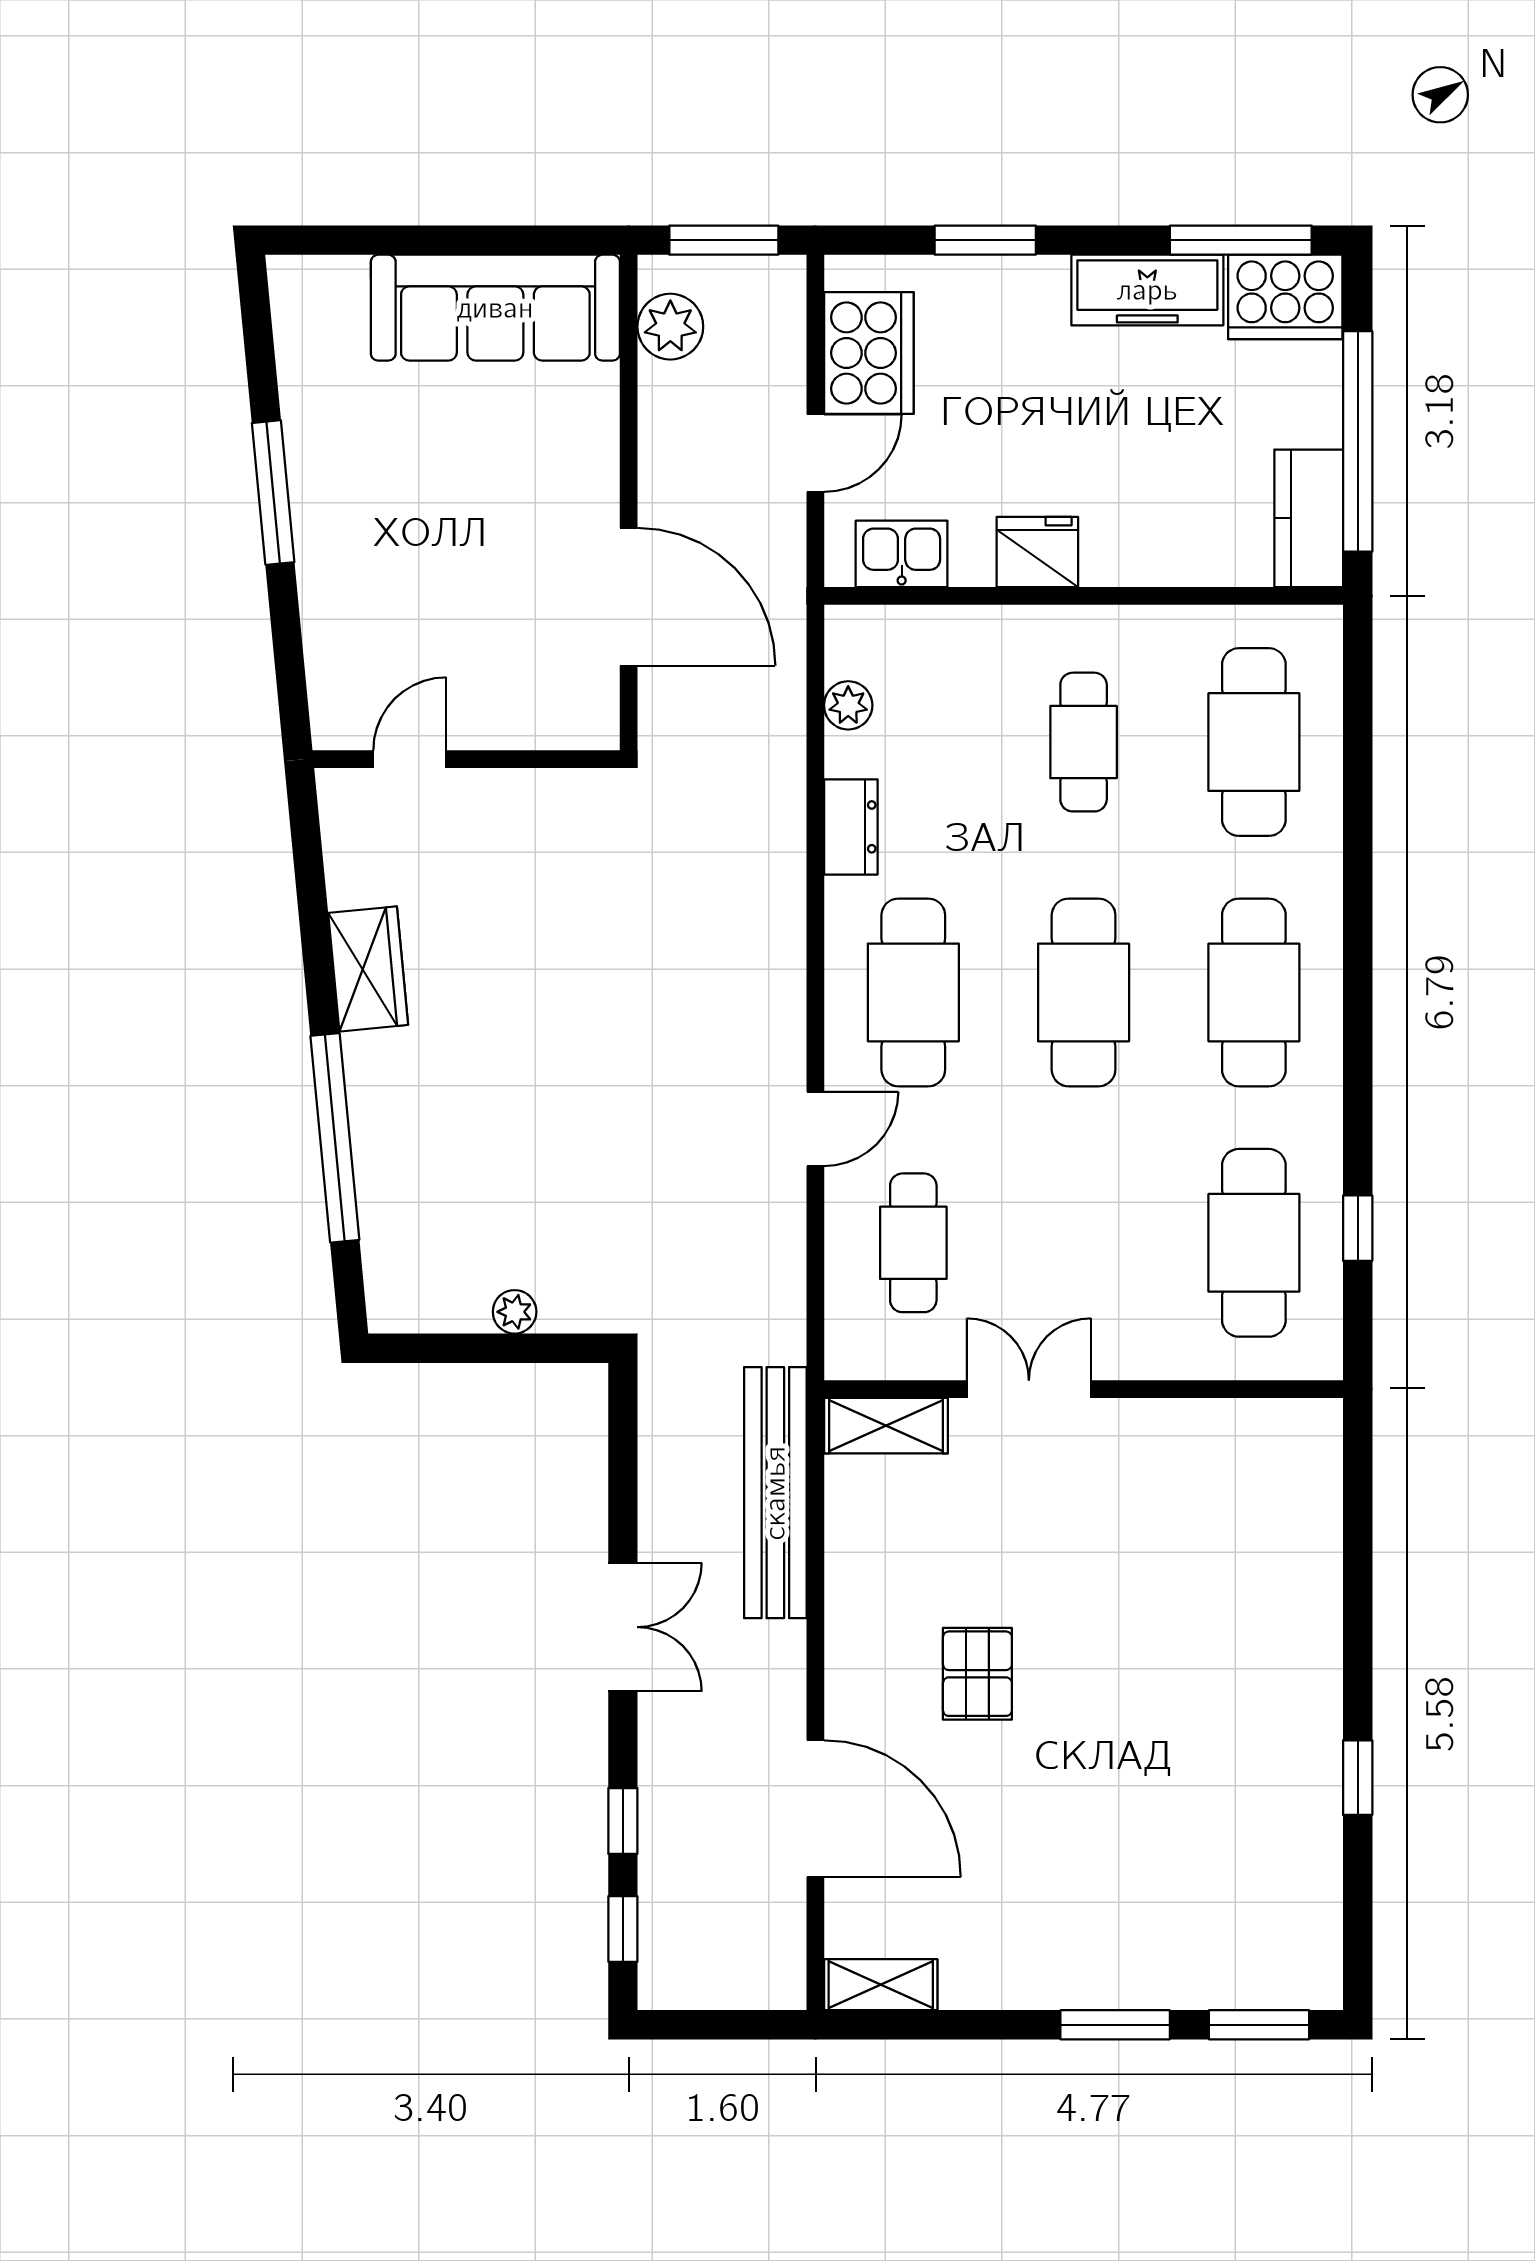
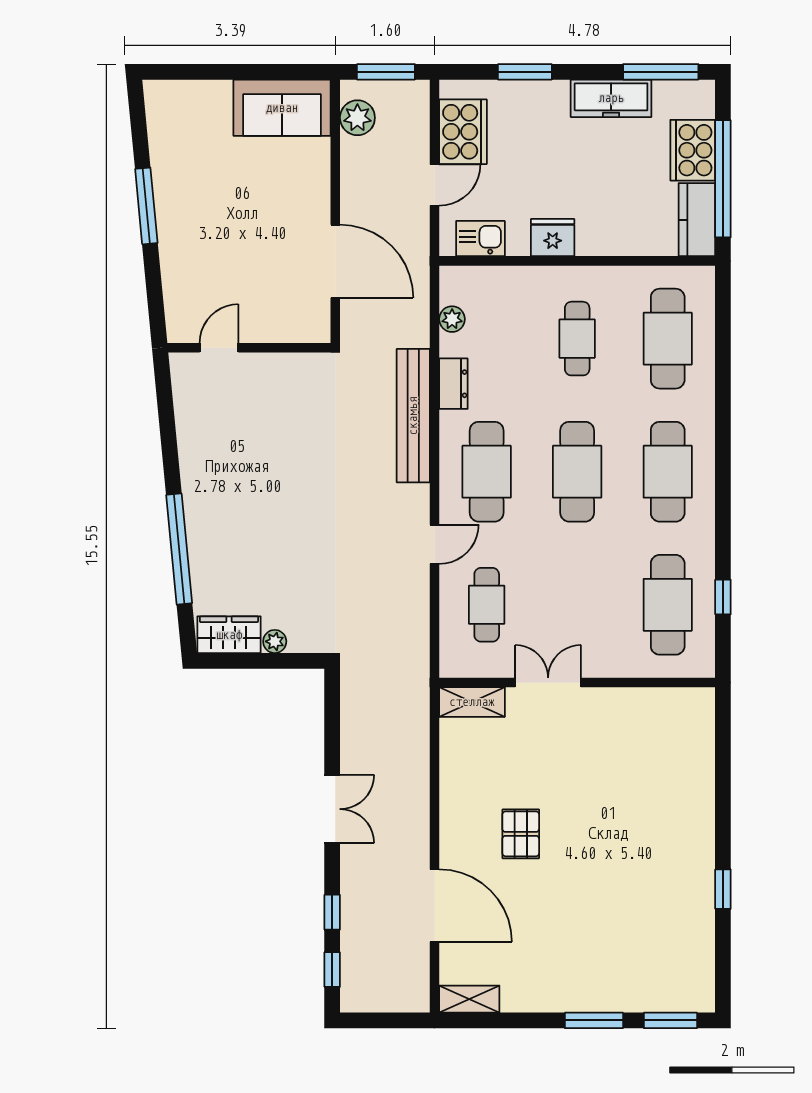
cooker: (1285, 297) -> (693, 150), moved, turned 90
sofa: (495, 308) -> (282, 108), width x0.73
wardrobe: (368, 969) -> (229, 635), moved, turned -85
bench: (775, 1493) -> (413, 416), moved

